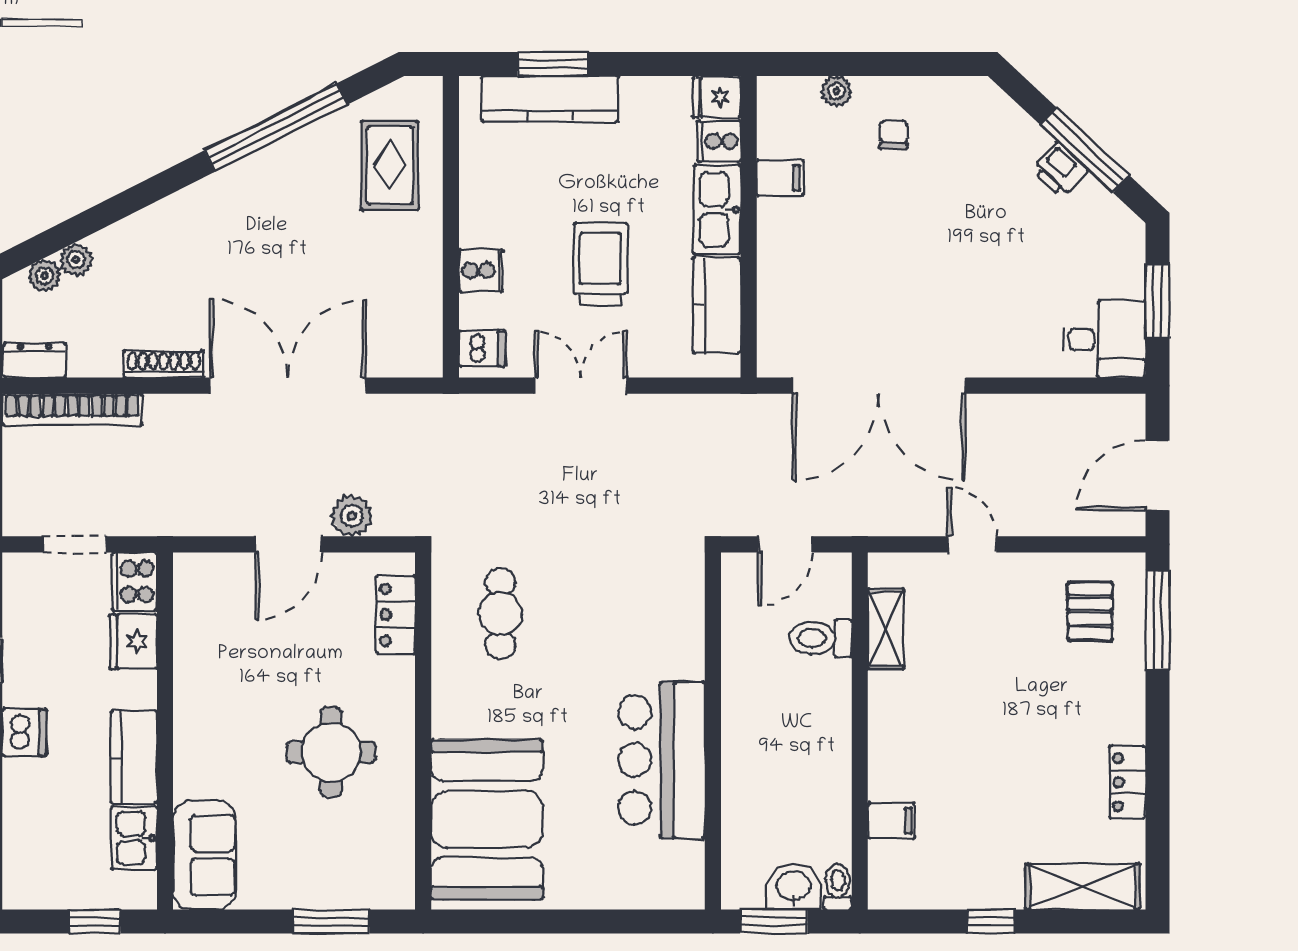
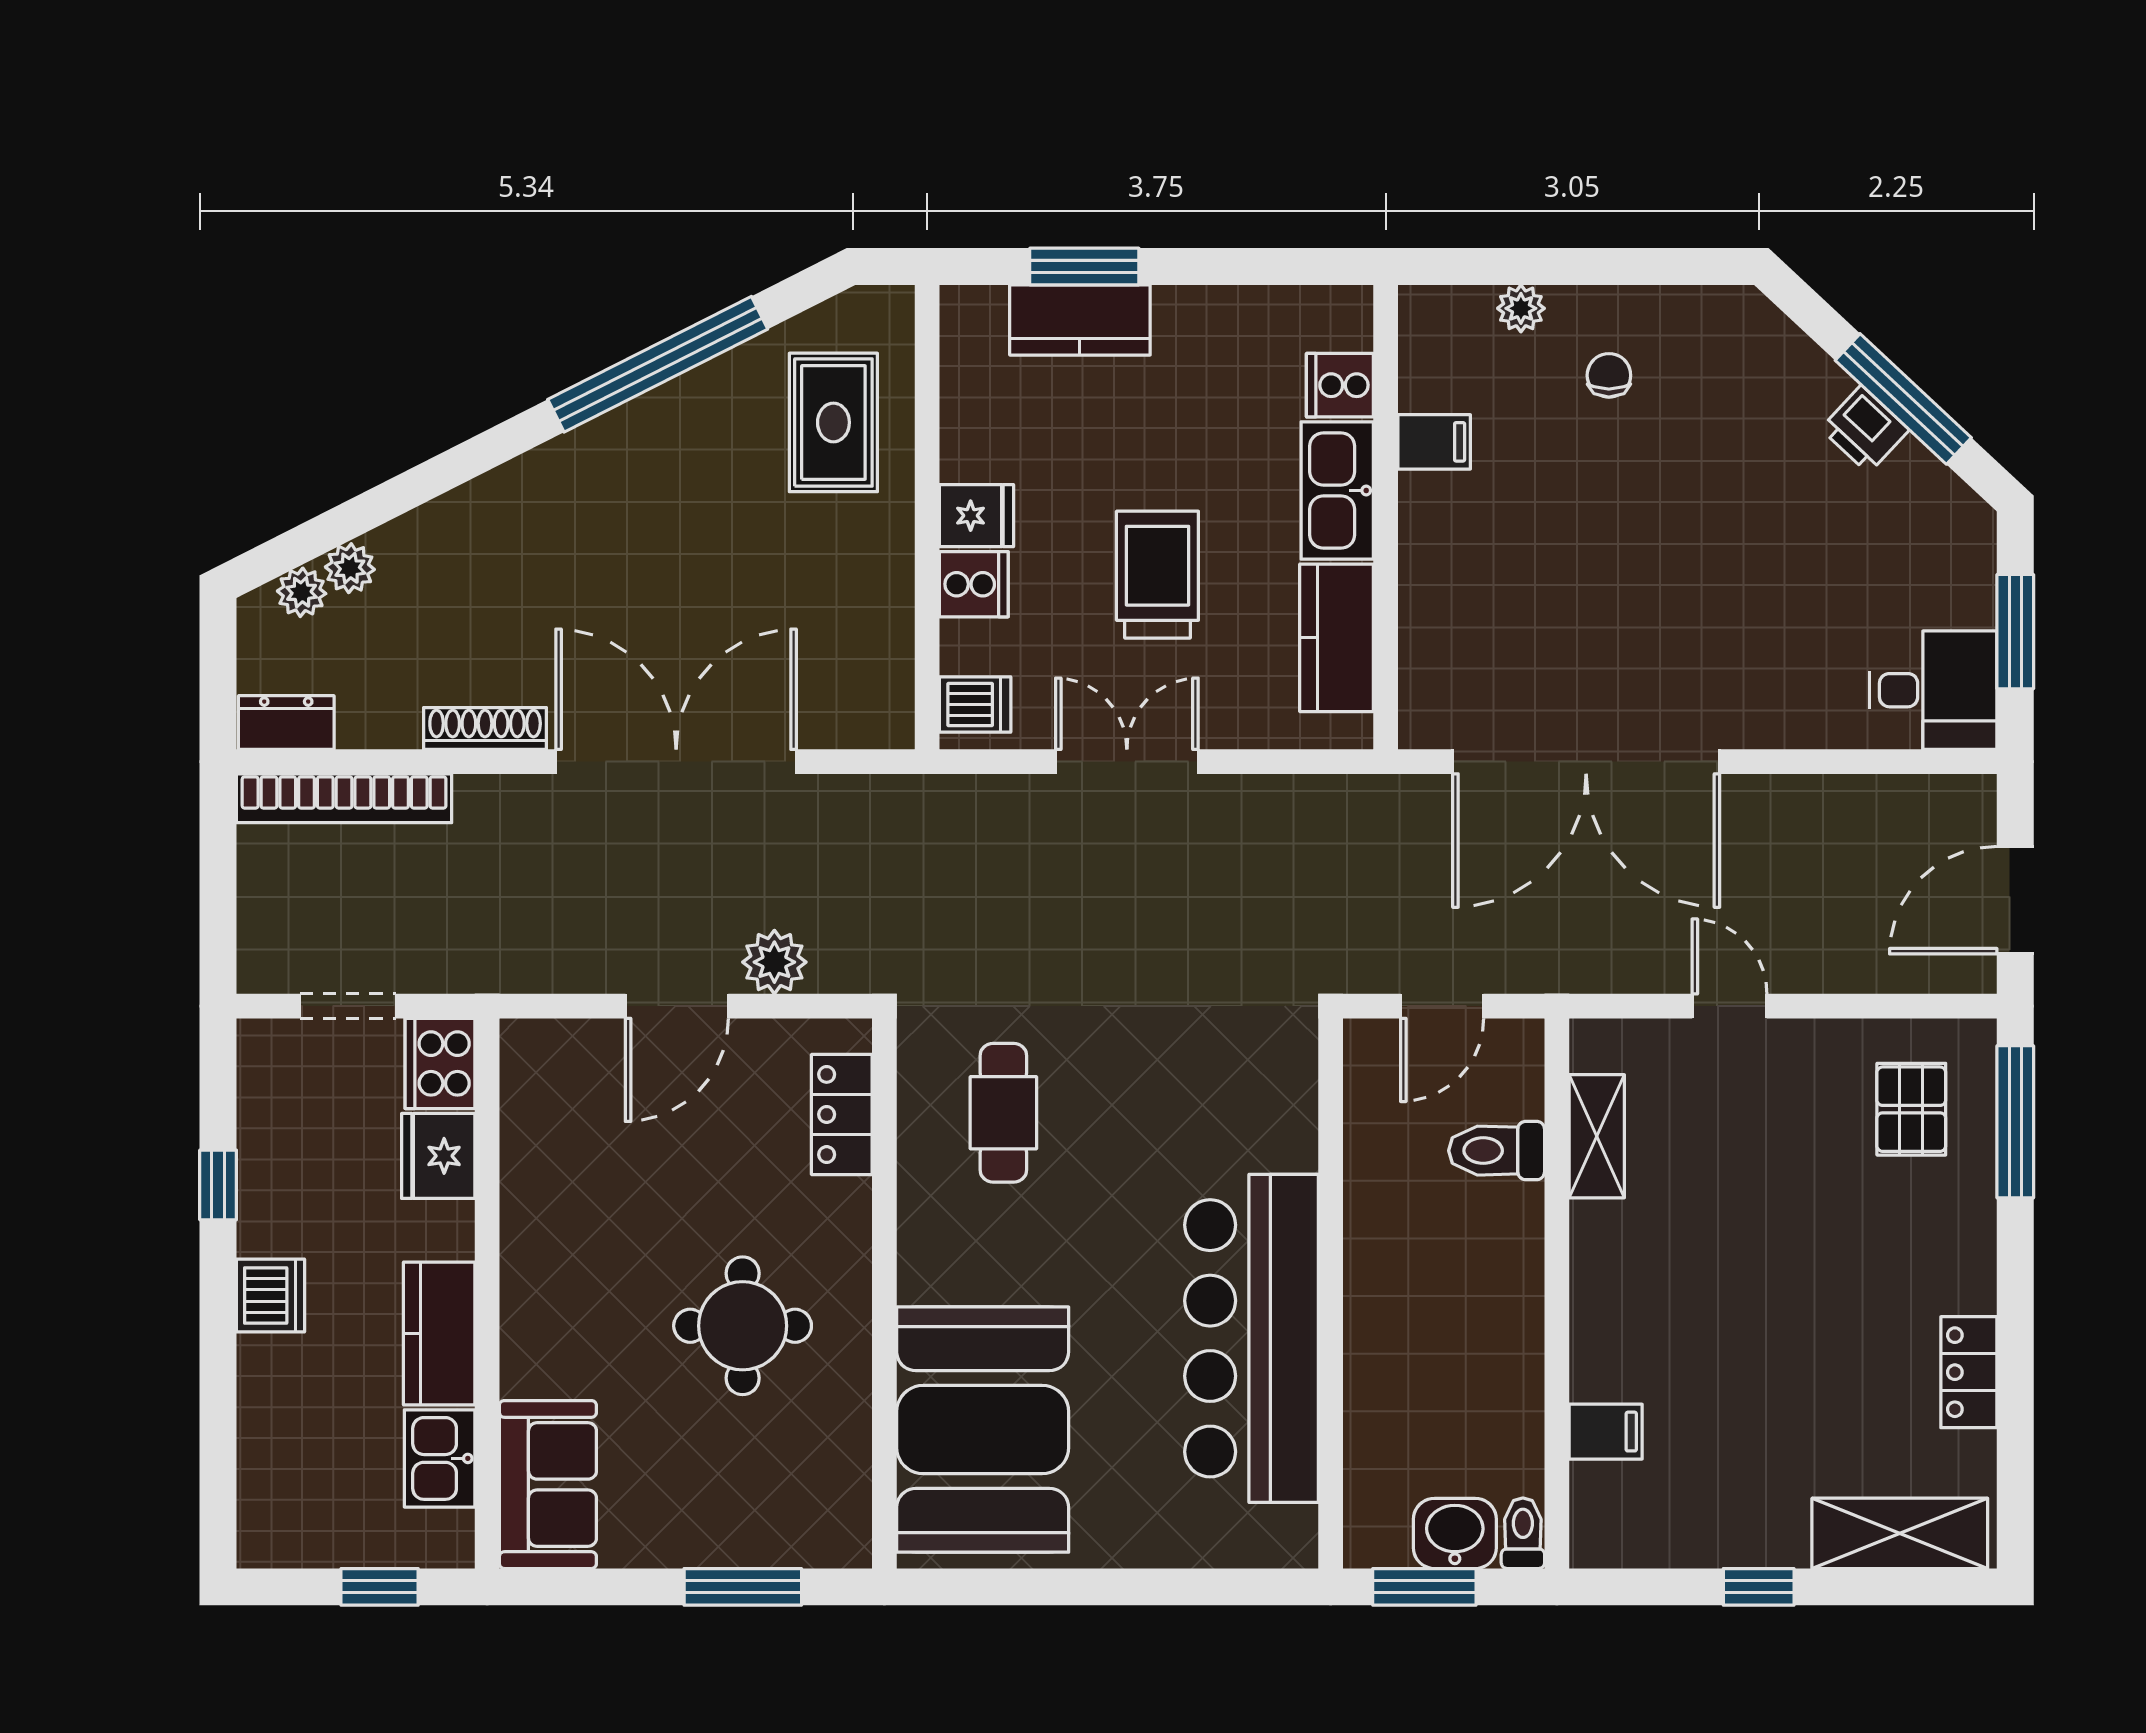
fridge: (717, 97) -> (976, 516), moved, turned 180
kitchen counter: (550, 99) -> (1080, 320), width x0.67
bar counter: (662, 760) -> (1252, 1338), width x1.36

